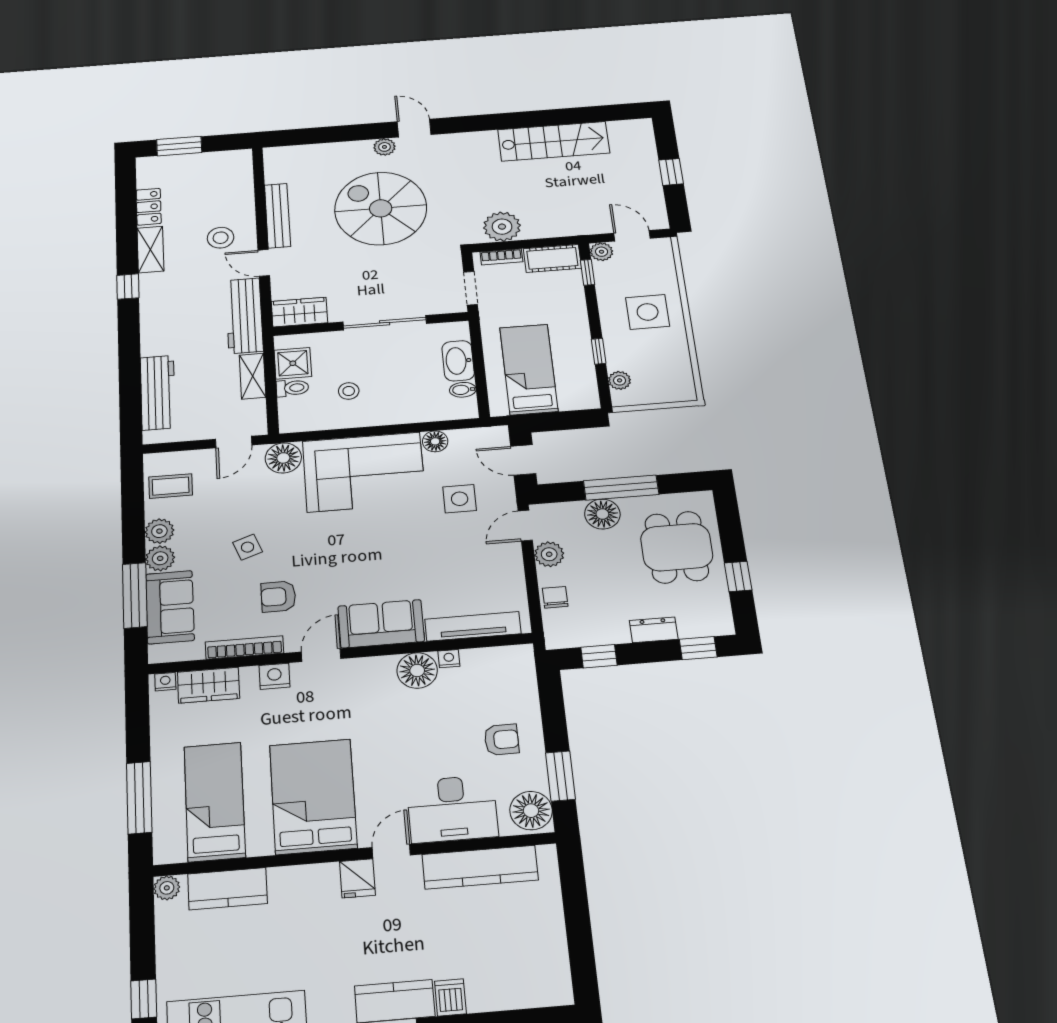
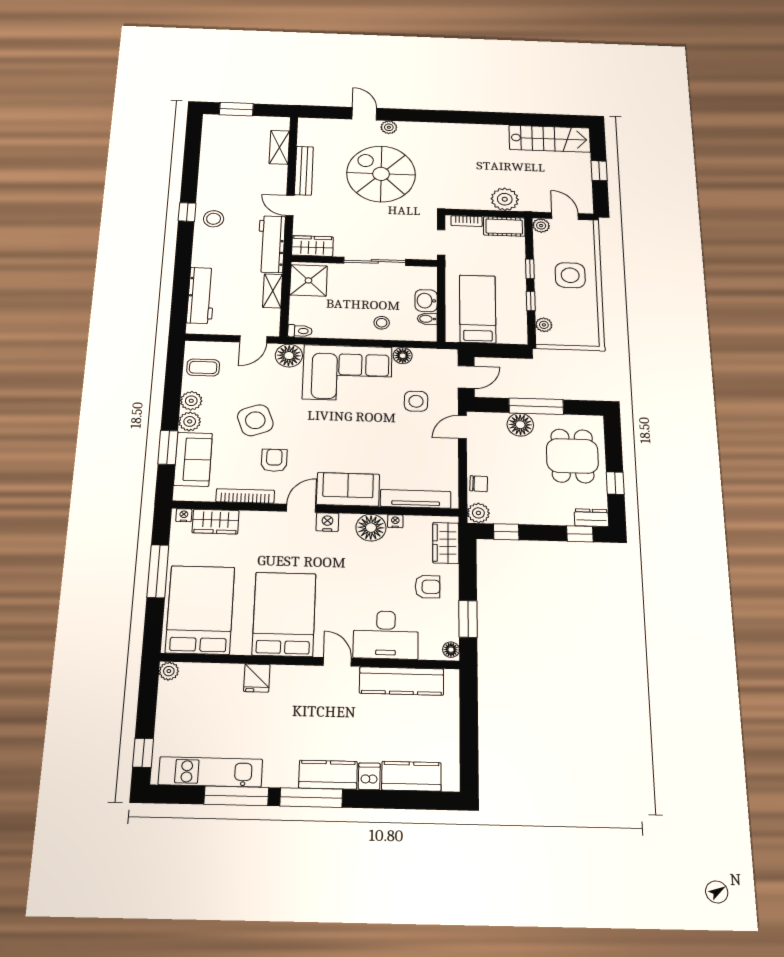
door: (414, 128) -> (364, 114), moved
stairs: (554, 141) -> (550, 139), moved
locker: (149, 207) -> (209, 153), removed
plant: (502, 227) -> (505, 199), moved
stool: (221, 238) -> (214, 219), moved
shelving: (150, 250) -> (279, 147), moved
window: (588, 272) -> (530, 269), moved
washbasin: (458, 361) -> (426, 301), width x0.72
shower: (293, 363) -> (308, 280), width x1.36, depth x1.36
toilet: (292, 388) -> (300, 331), moved
stool: (349, 391) -> (382, 323), moved
door: (523, 460) -> (466, 377), swing flipped
side table: (248, 547) -> (255, 420), width x1.87, depth x1.87
plant: (549, 554) -> (478, 513), moved
window: (135, 595) -> (168, 447), width x0.69
armchair: (278, 597) -> (274, 460), turned 90
chair: (555, 597) -> (479, 484), turned 92
dresser: (654, 630) -> (591, 518), moved
nightstand: (274, 676) -> (327, 522), moved
wardrobe: (520, 680) -> (446, 543), added
window: (139, 798) -> (158, 571), moved
bed: (215, 802) -> (200, 610), width x1.50
floor lamp: (531, 811) -> (451, 650), width x0.53, depth x0.53
door: (391, 851) -> (337, 662), hinge flipped
fridge: (357, 878) -> (257, 678), moved
kitchen counter: (227, 889) -> (411, 776), moved, turned 180

